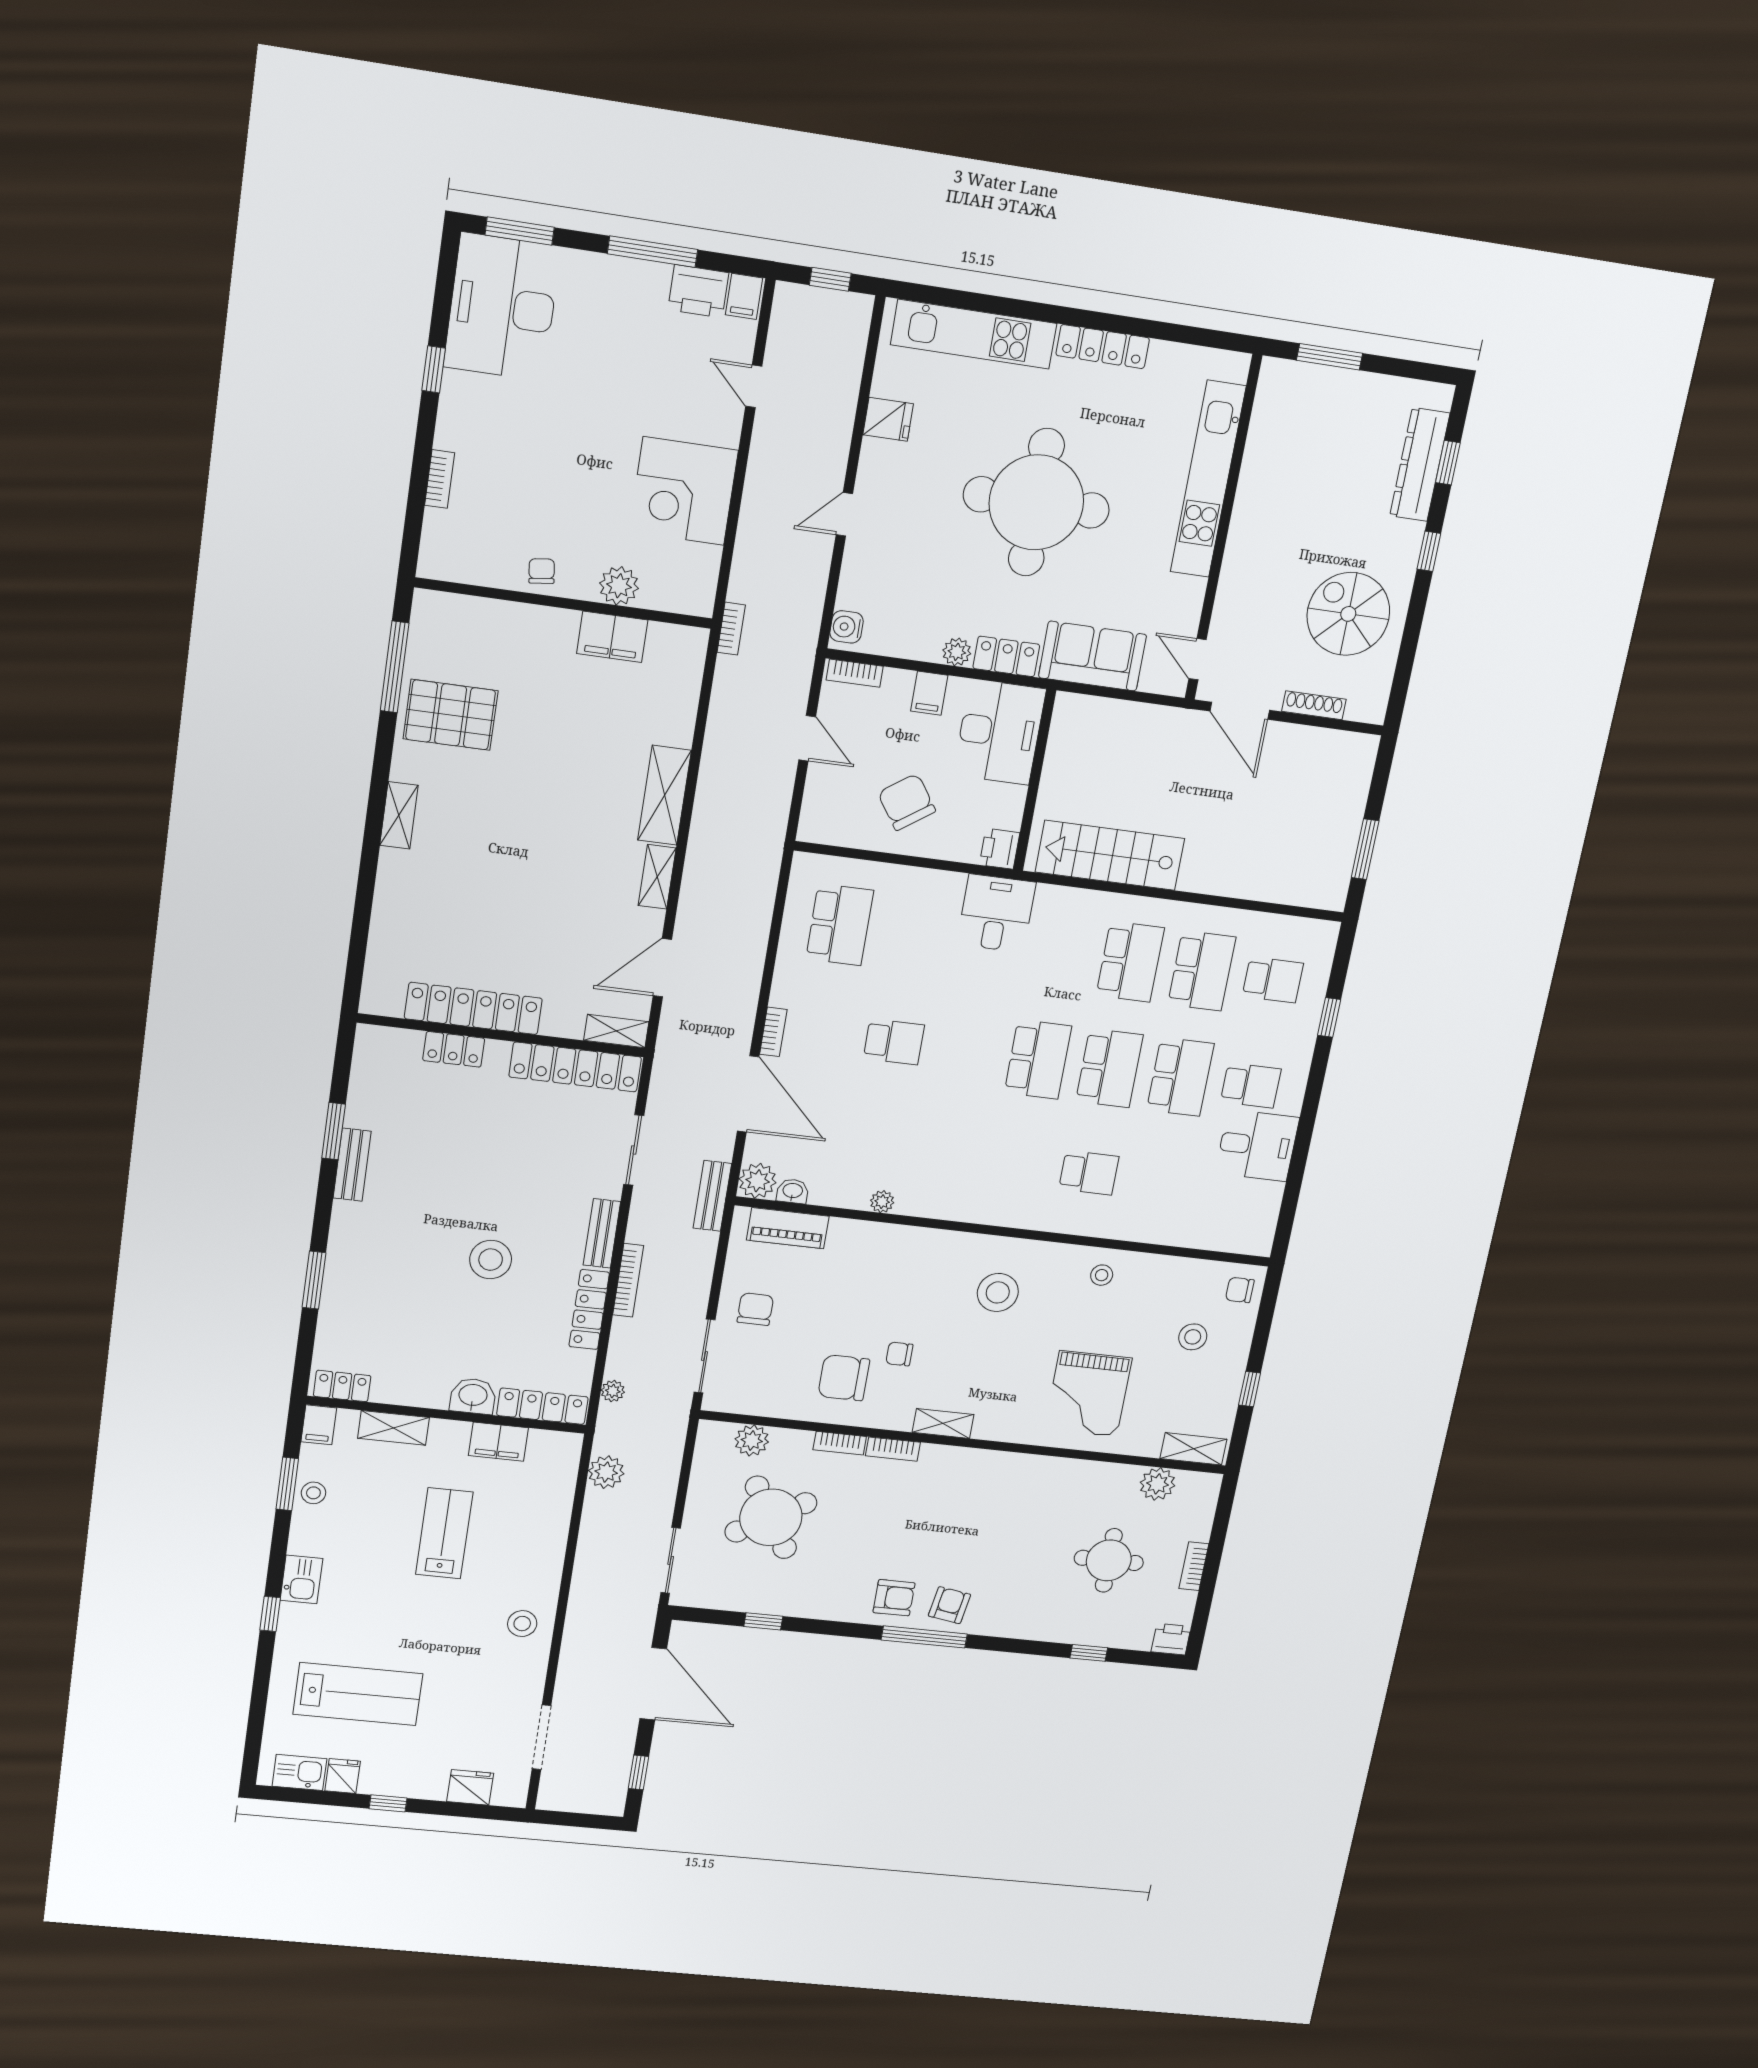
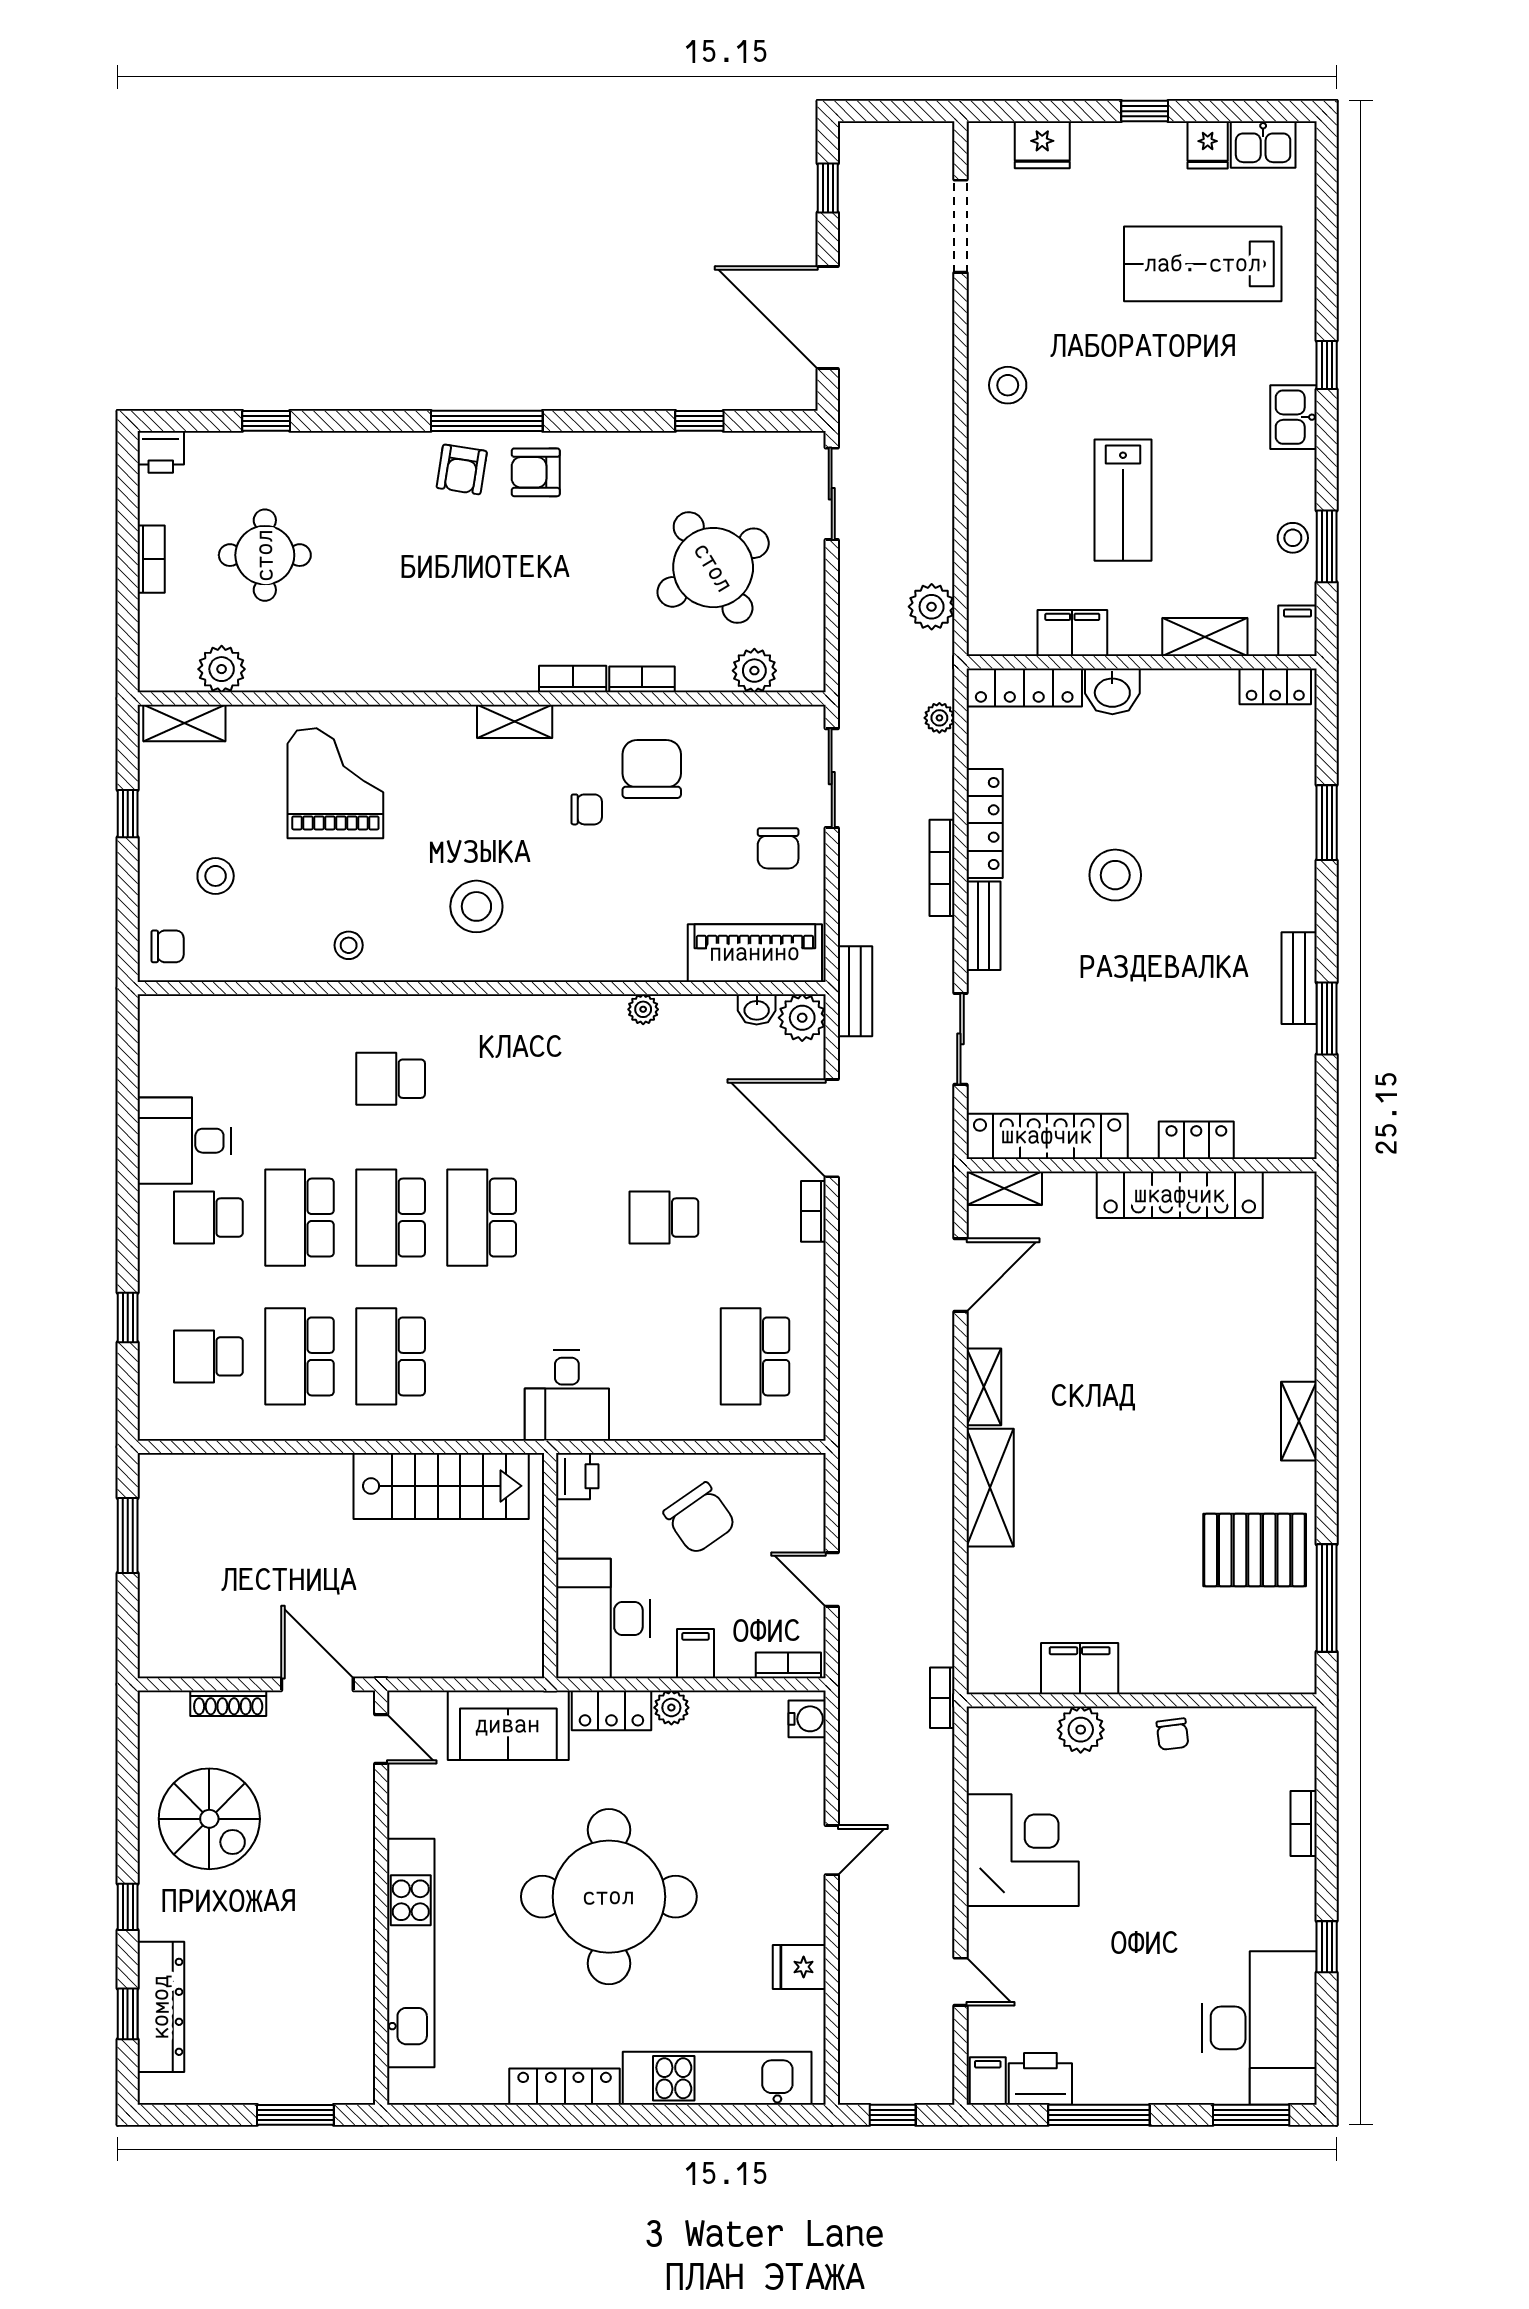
piano: (788, 1228) -> (755, 953), width x1.37, depth x1.33
chair: (844, 1378) -> (652, 769), turned -90

